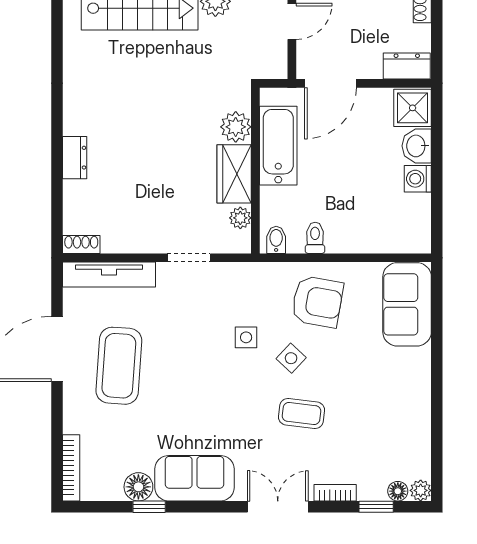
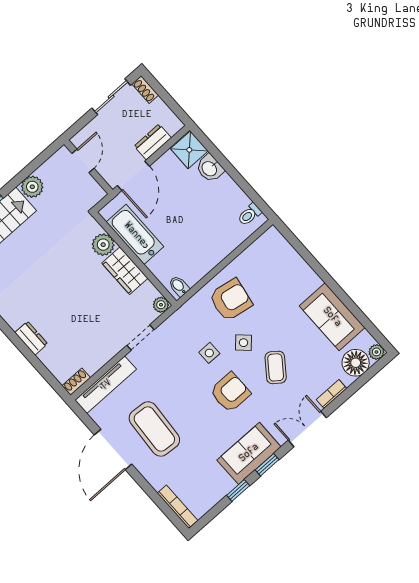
dresser: (407, 66) -> (153, 142), moved
washing machine: (418, 179) -> (226, 185), removed
plant: (240, 218) -> (161, 305), moved
toilet: (315, 238) -> (249, 214), moved, turned -90
sofa: (407, 304) -> (332, 317), moved
armchair: (231, 397) -> (230, 392), added
coffee table: (302, 414) -> (276, 367), turned -60
floor lamp: (138, 487) -> (223, 485), removed
floor lamp: (398, 491) -> (356, 363), width x1.89, depth x1.89
window: (376, 507) -> (267, 465), moved

